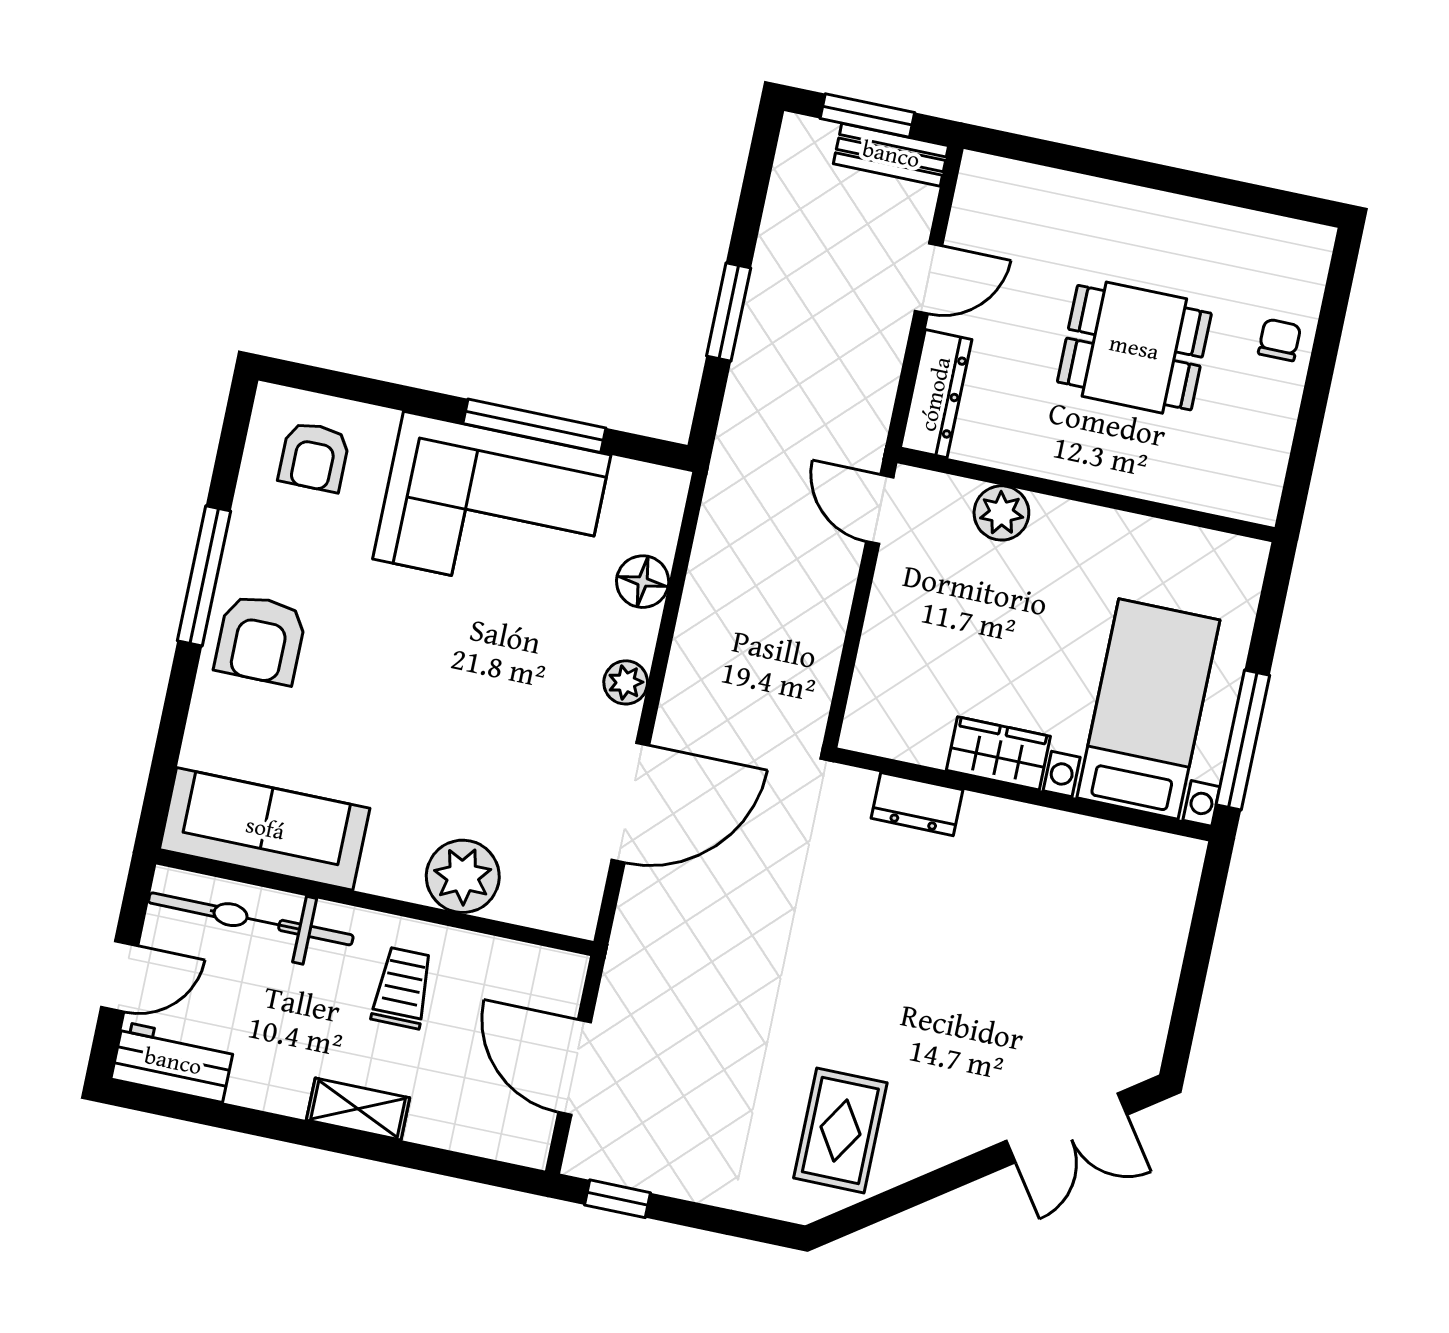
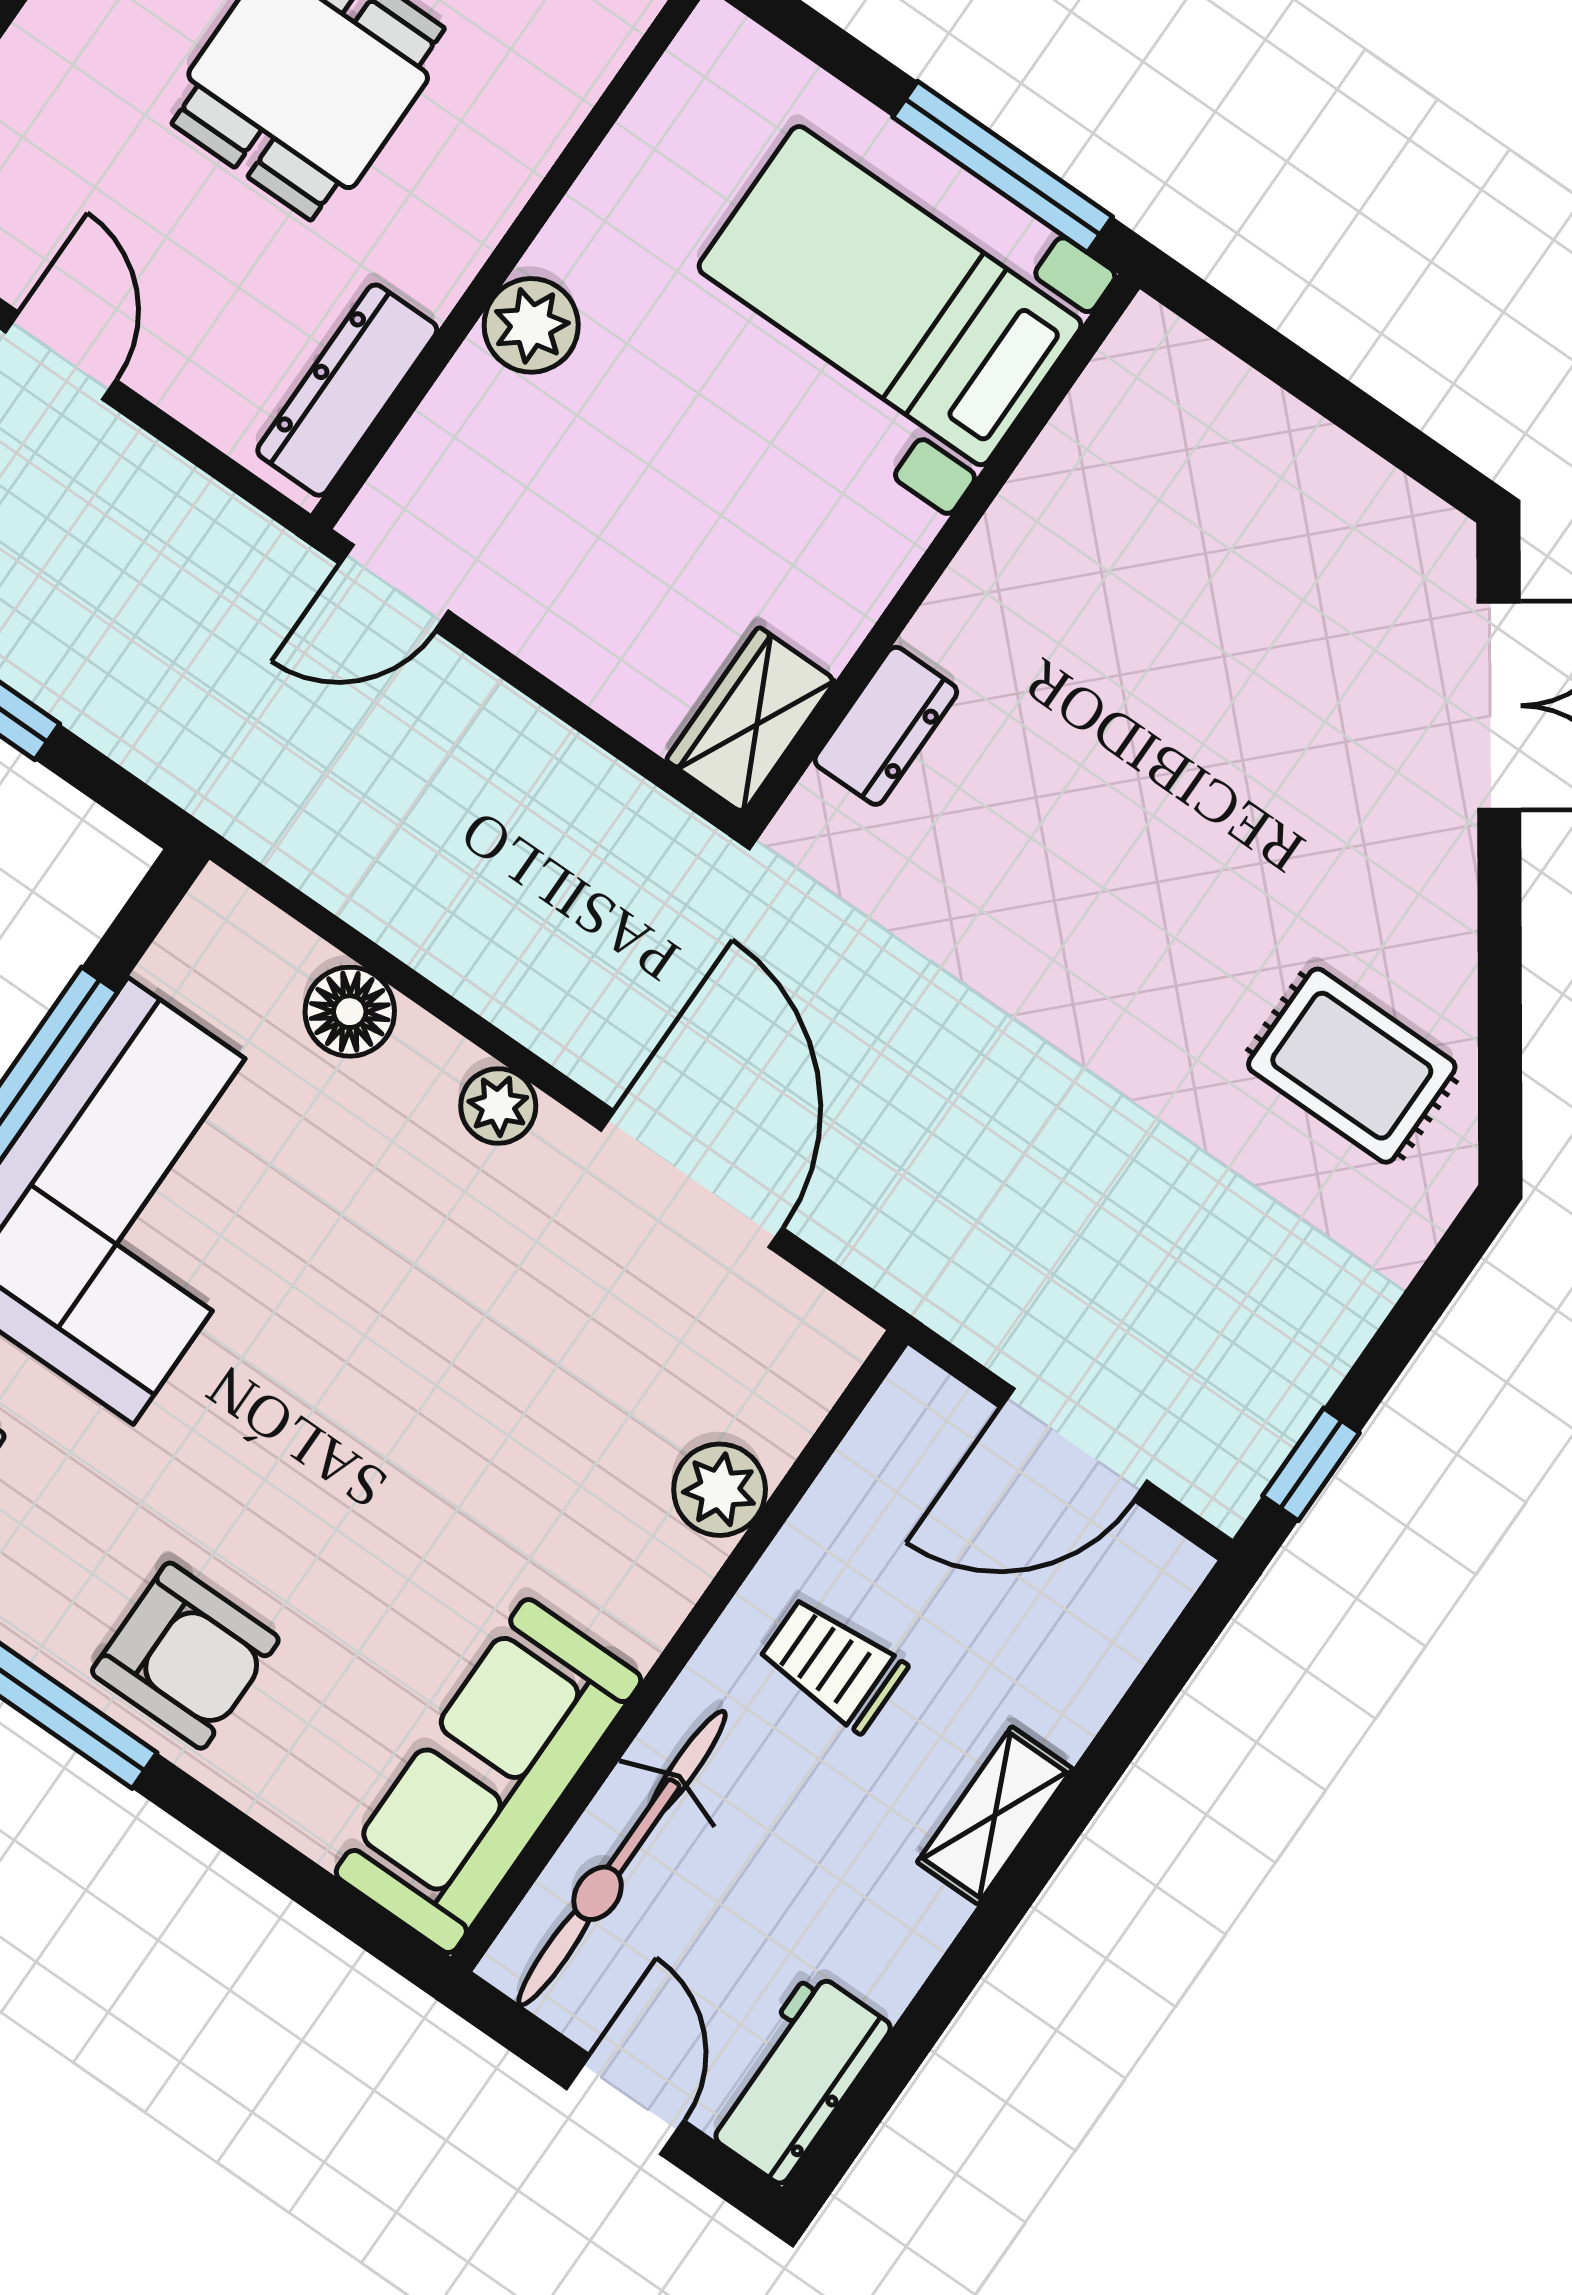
dresser: (936, 394) -> (347, 390), moved, turned -90
plant: (1001, 513) -> (531, 325), moved
wardrobe: (998, 753) -> (751, 720), moved
plant: (463, 876) -> (720, 1490), width x0.73, depth x0.73

